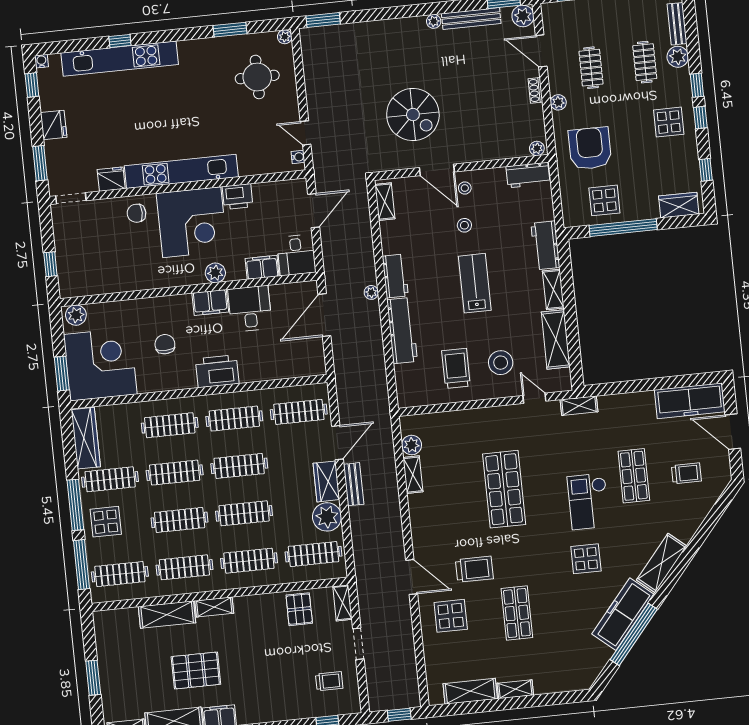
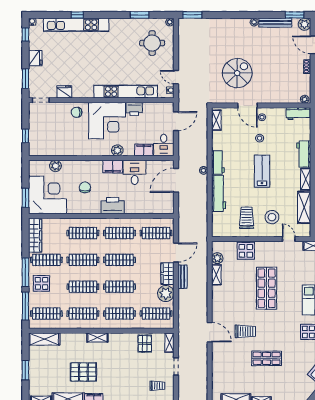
spiral stairs: (413, 115) -> (237, 73), turned -90
kitchen unit: (181, 171) -> (126, 92), moved
plant: (76, 315) -> (55, 166), moved
shop shelf: (517, 613) -> (267, 358), turned 90
shelving: (167, 615) -> (44, 339), moved
display table: (451, 616) -> (246, 251), moved

